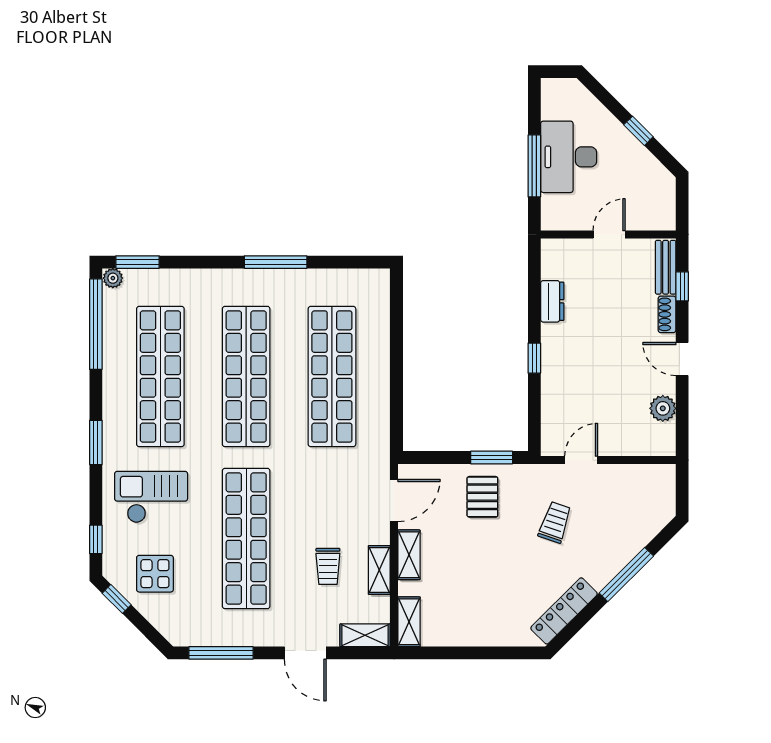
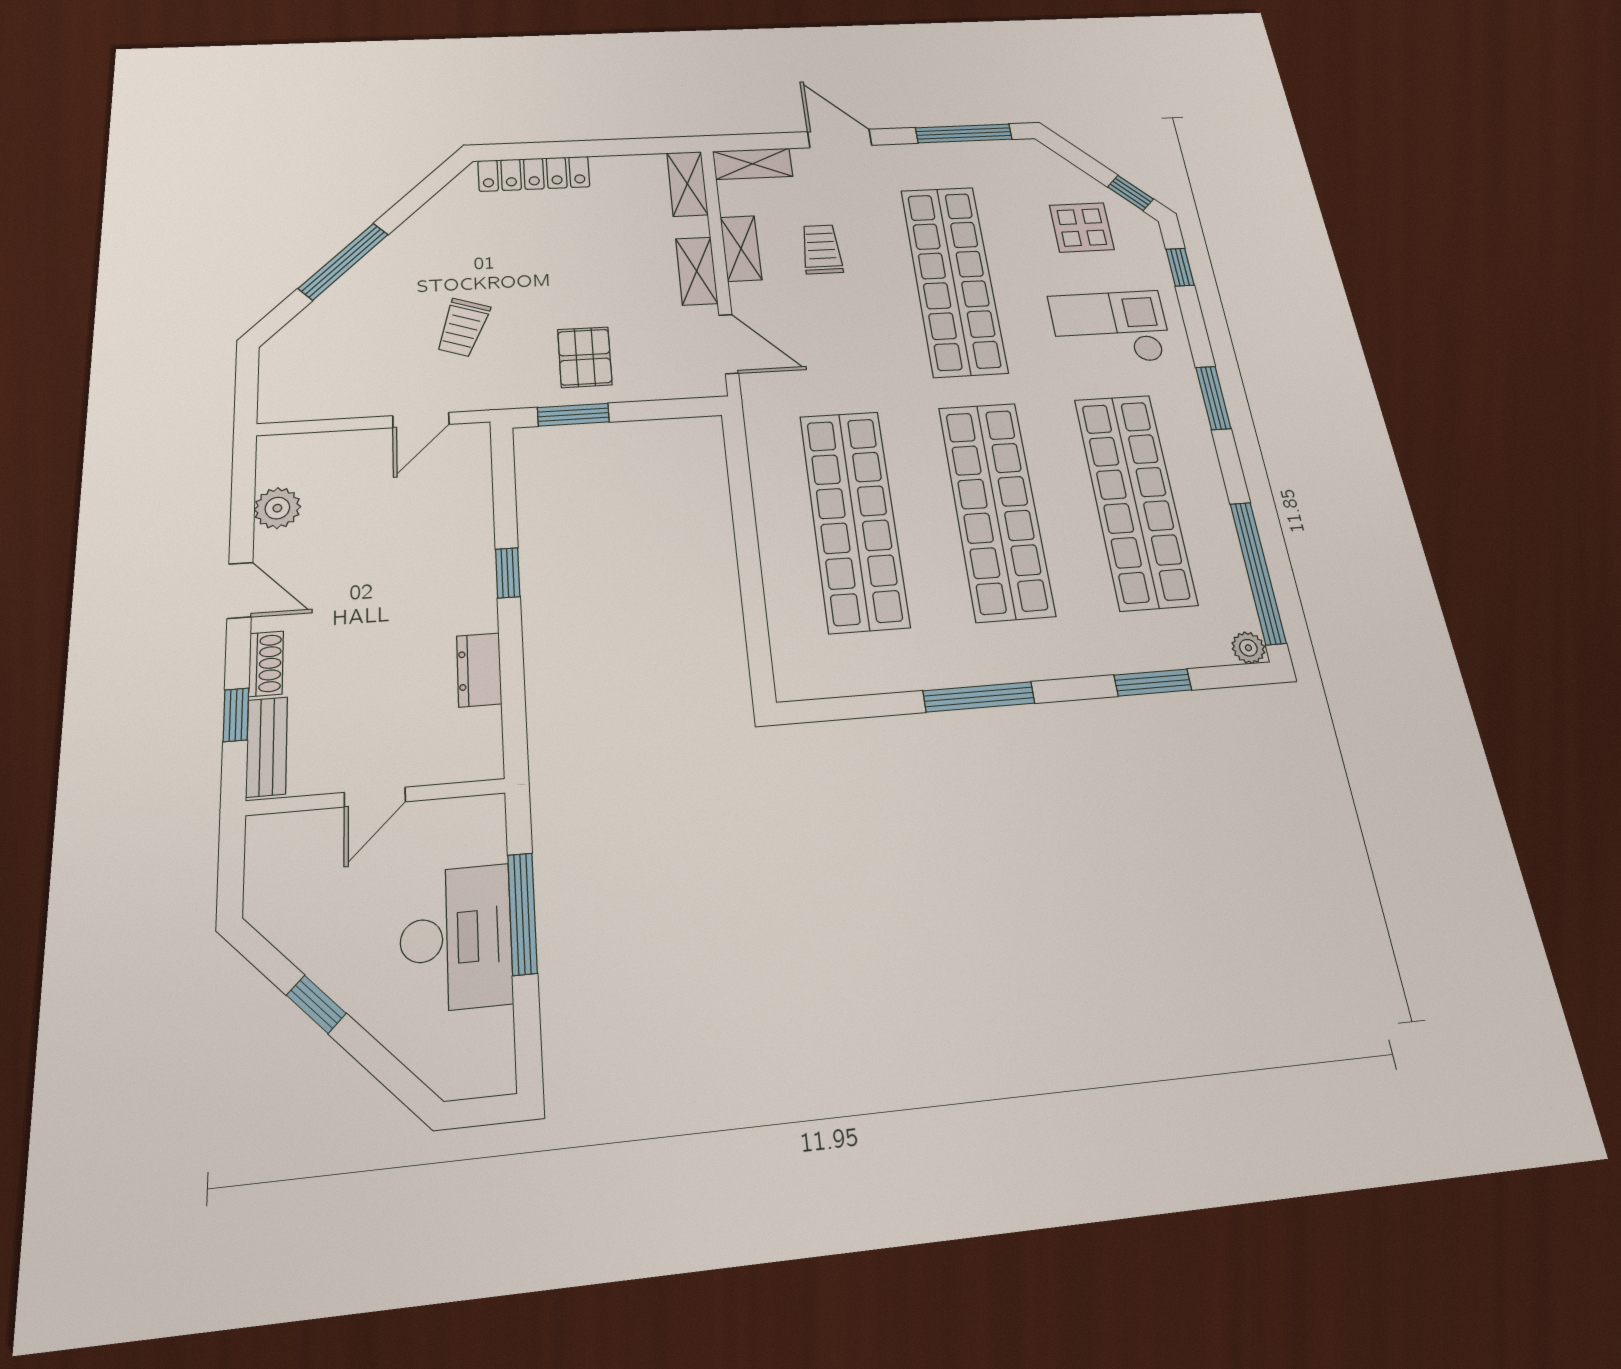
window: (137, 262) -> (1153, 683), moved
checkout: (151, 497) -> (1110, 328), turned 180
door: (394, 500) -> (729, 344), swing flipped
locker: (564, 611) -> (534, 174), moved, turned 45

